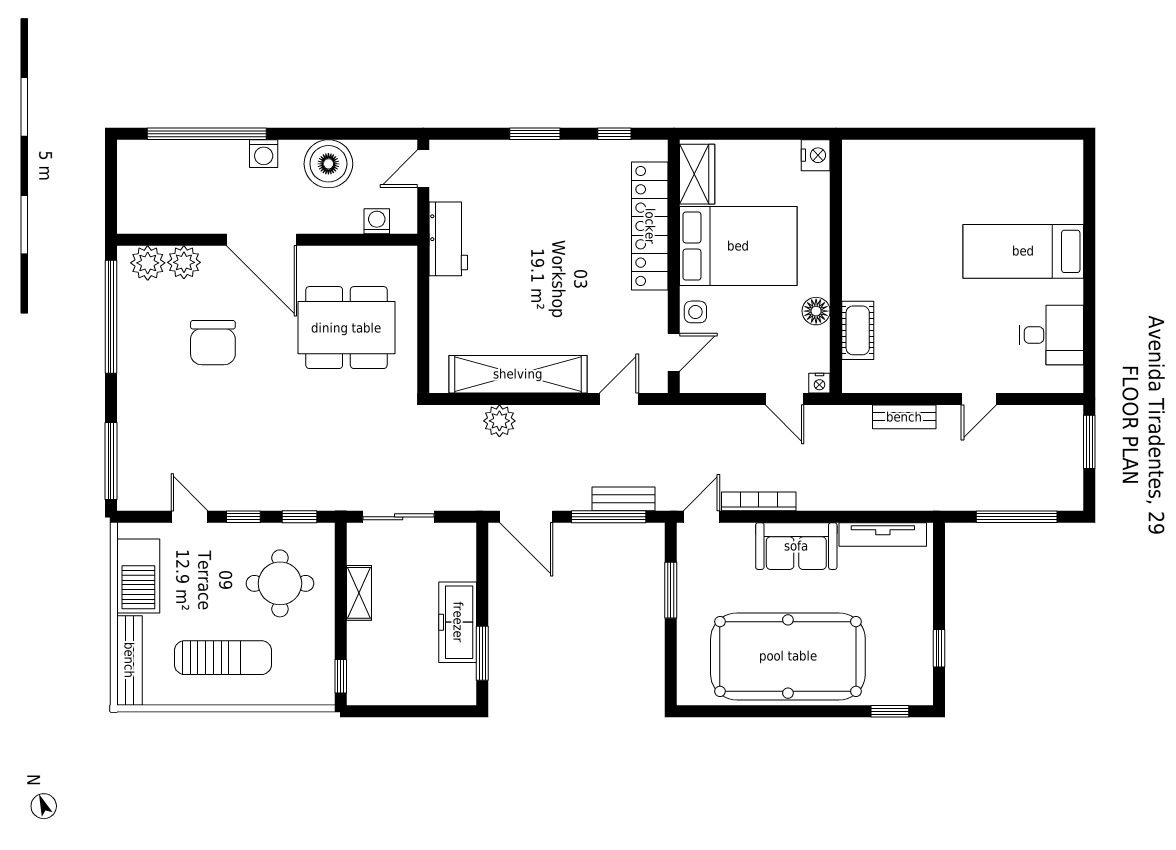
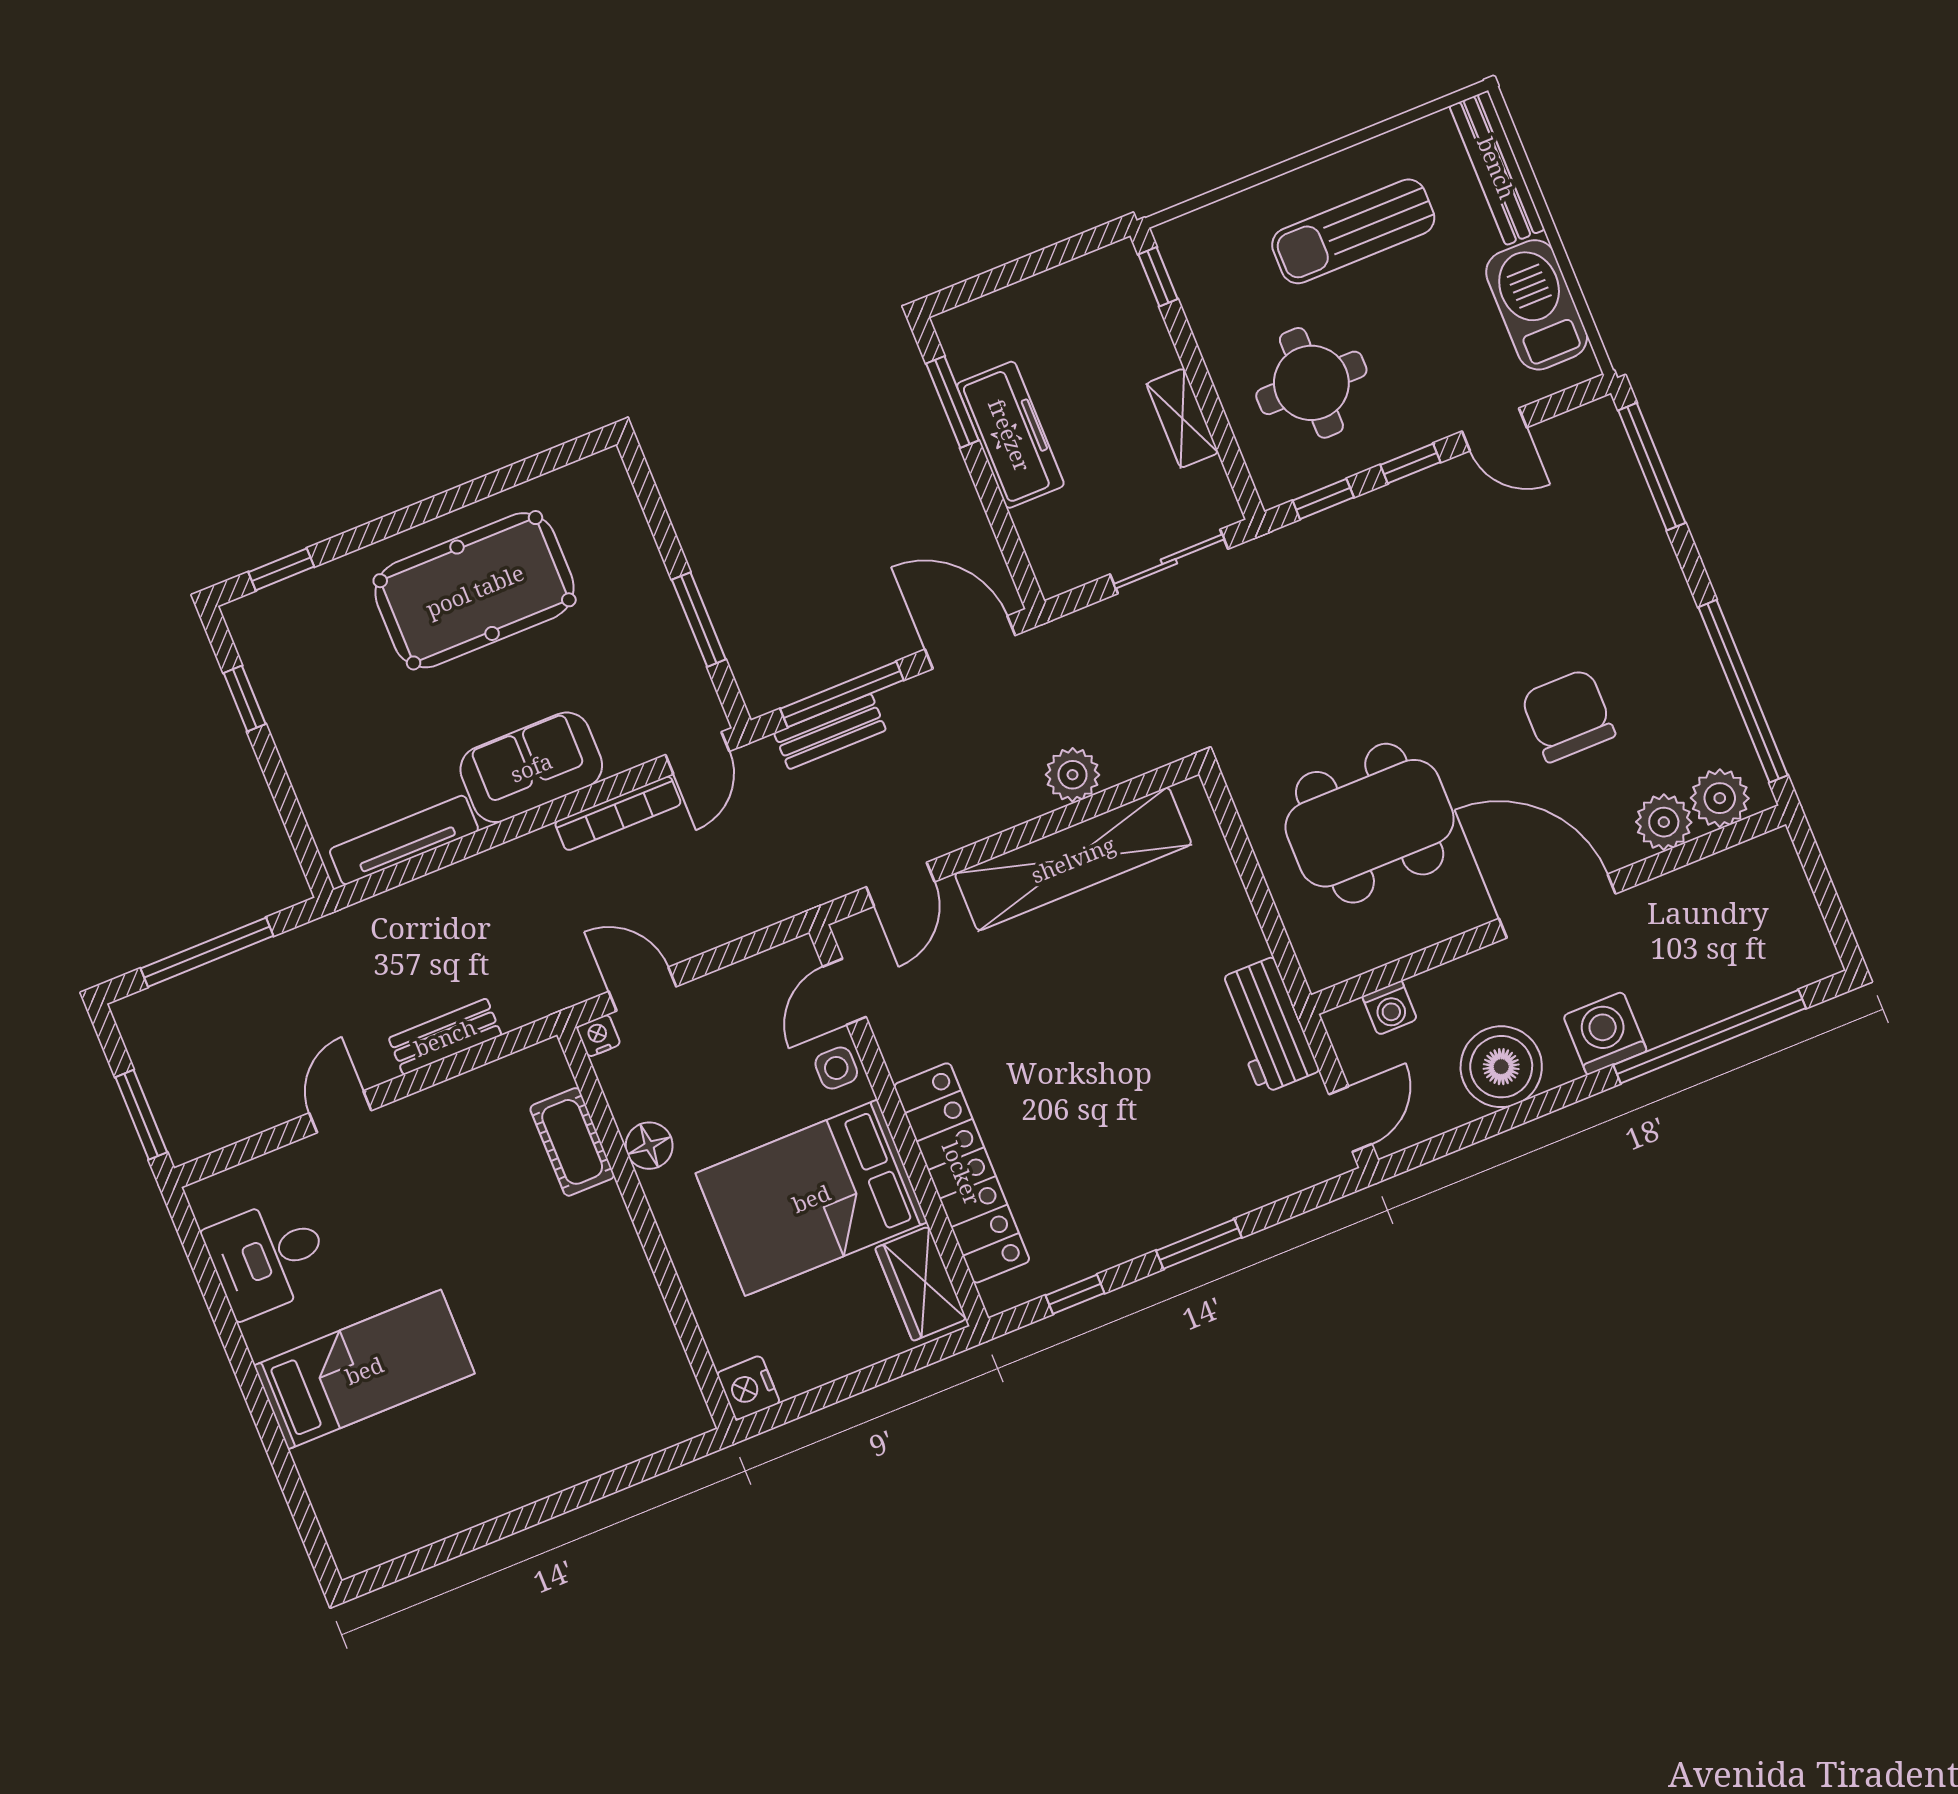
washing machine: (264, 154) -> (1605, 1033), width x1.38, depth x1.38
pool table: (788, 656) -> (475, 590), width x0.73, depth x0.76

